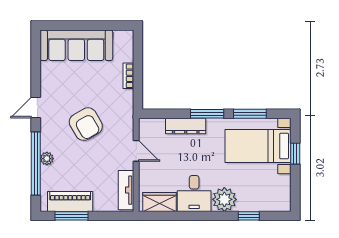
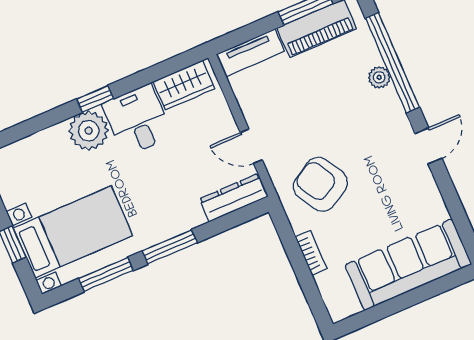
armchair: (86, 124) -> (320, 184), moved
dresser: (186, 126) -> (234, 198), moved
tv unit: (126, 190) -> (250, 53), moved, turned 90
window: (249, 216) -> (95, 99), moved

